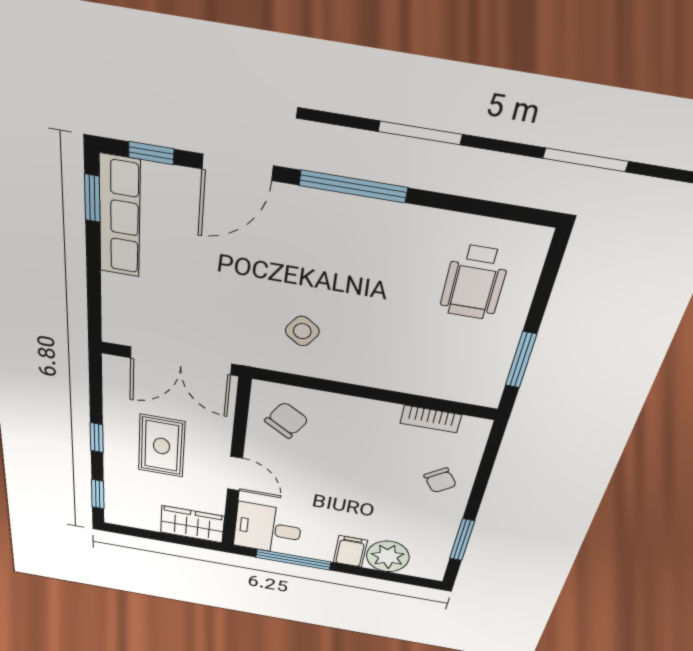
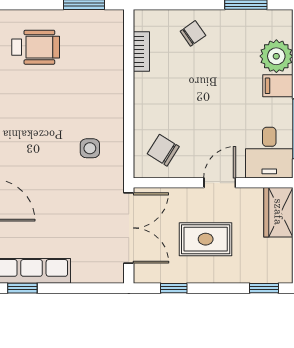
side table: (302, 331) -> (90, 148), turned -35
window: (97, 438) -> (174, 288), moved

